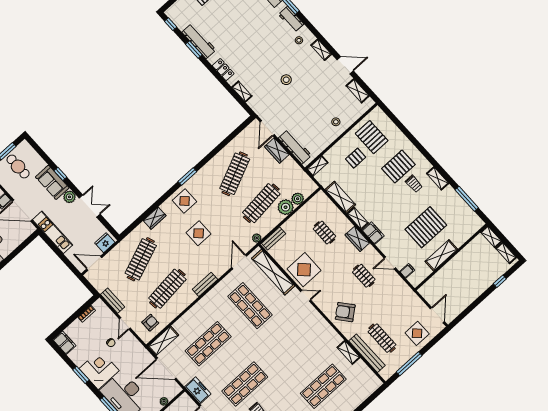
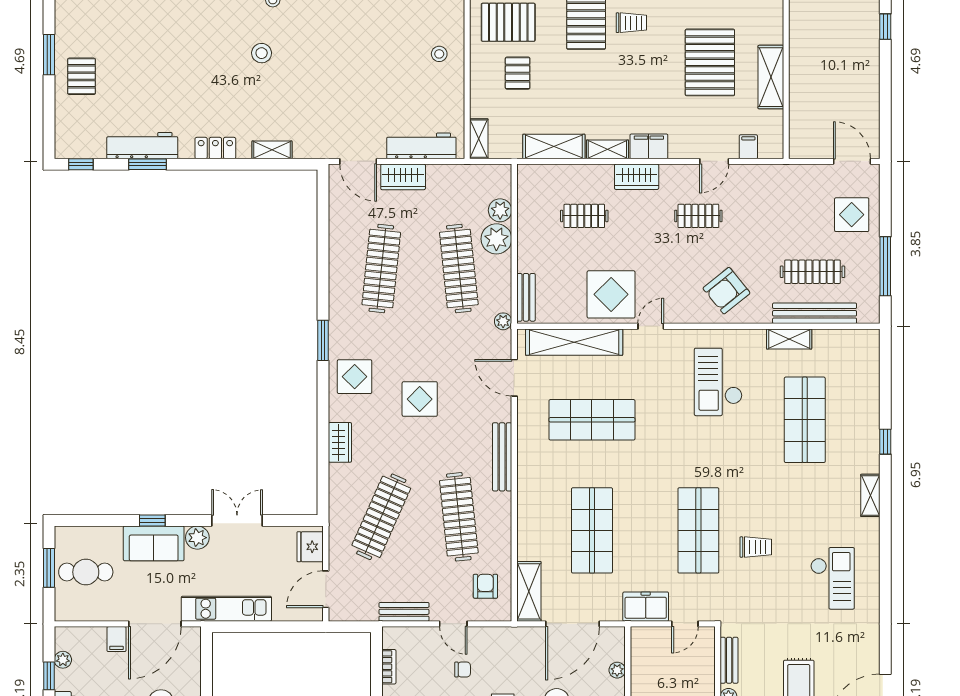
stool: (286, 80) -> (262, 53), moved
clothes rail: (235, 174) -> (381, 269), turned 30
clothes rail: (141, 259) -> (381, 517), turned 45
bench: (205, 284) -> (502, 457), width x1.36
checkout: (308, 340) -> (718, 382), added

